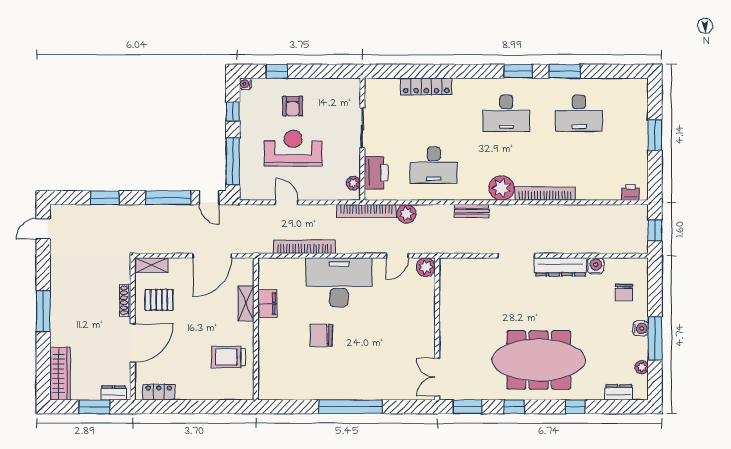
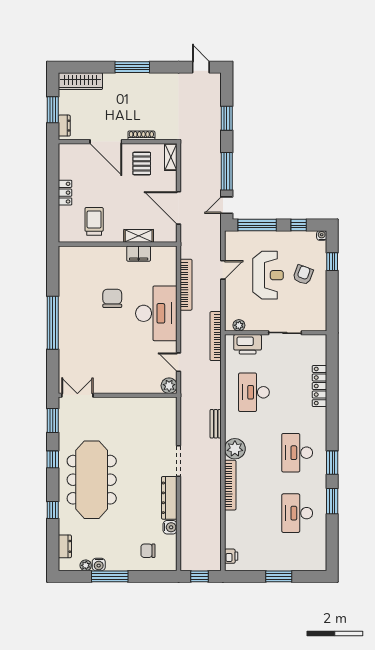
armchair: (293, 106) -> (303, 275), turned 110
plant: (406, 214) -> (213, 370), removed
water cooler: (641, 328) -> (99, 565), moved
locker: (159, 392) -> (65, 193), moved

